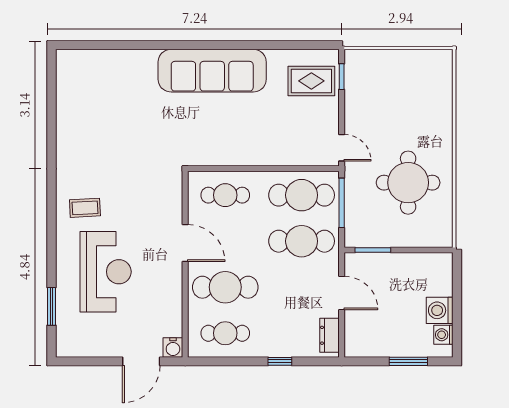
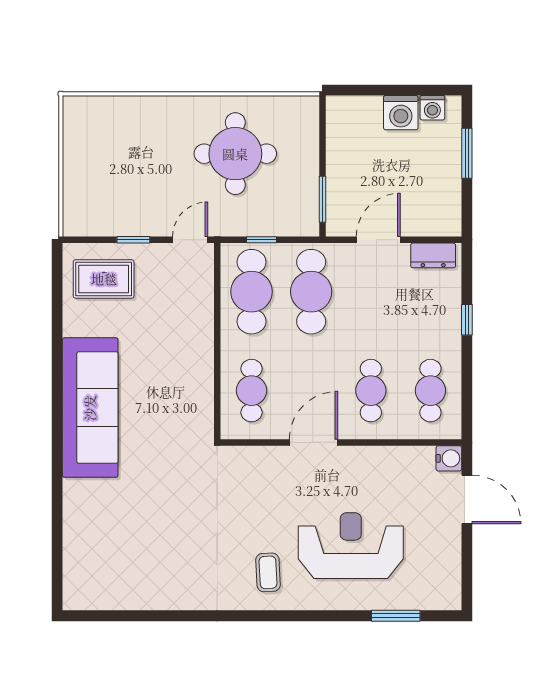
window: (342, 77) -> (133, 240), moved
rug: (311, 81) -> (104, 279), turned 90
window: (342, 203) -> (262, 240), width x0.46
cafe table: (225, 287) -> (371, 391), width x0.73, depth x0.74

